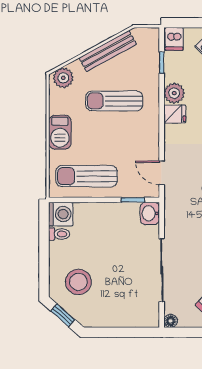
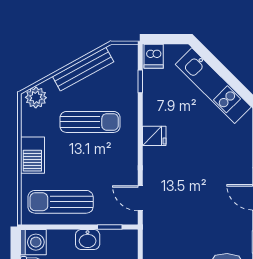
plant: (174, 93) -> (154, 114), removed
sun lounger: (114, 101) -> (90, 122), turned 180
washbasin: (150, 213) -> (88, 239), moved, turned -90

